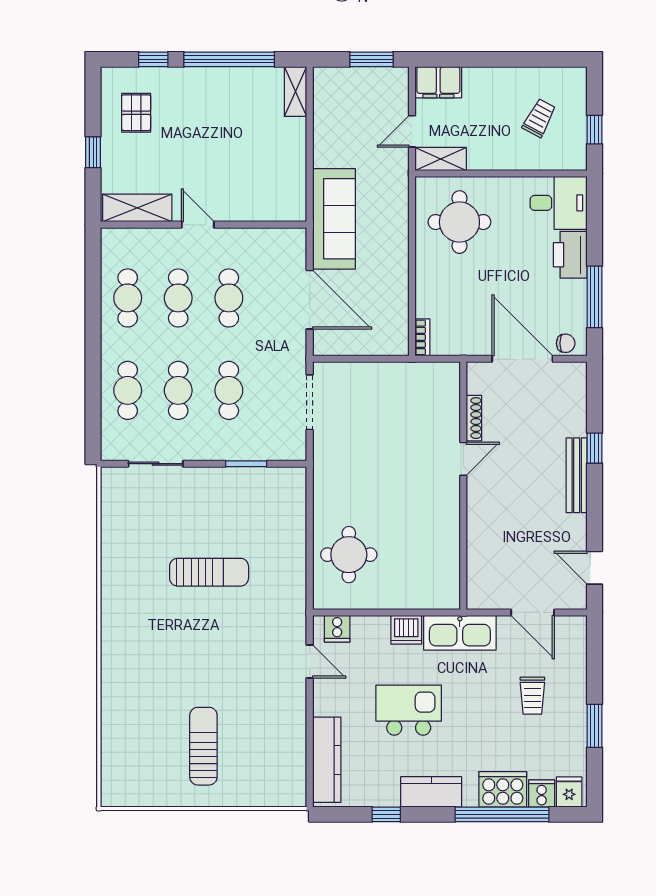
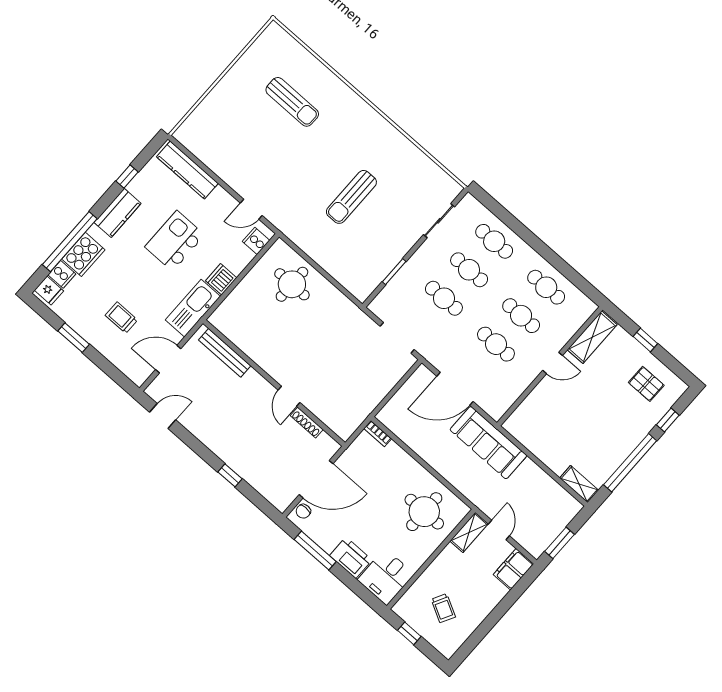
bench: (577, 475) -> (225, 353), moved
kitchen island: (409, 710) -> (175, 241), turned 180
sun lounger: (203, 746) -> (292, 102), moved

